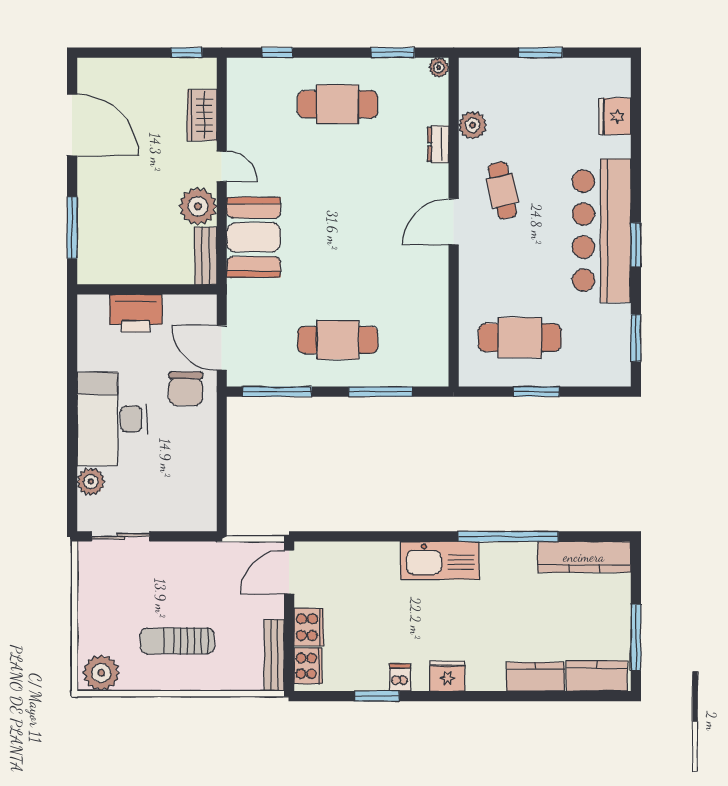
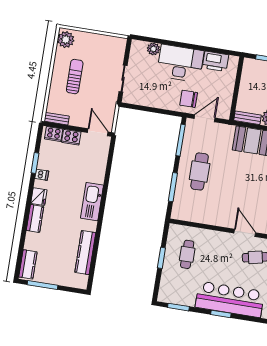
printer: (136, 313) -> (216, 61), moved, turned -90
cafe table: (520, 338) -> (187, 254), width x0.73, depth x0.74
sliding door: (121, 536) -> (123, 79), moved
window: (508, 536) -> (98, 235), removed
kitchen counter: (584, 557) -> (85, 253), moved
bench: (274, 655) -> (57, 119), width x0.73
kitchen counter: (535, 677) -> (35, 218), moved

